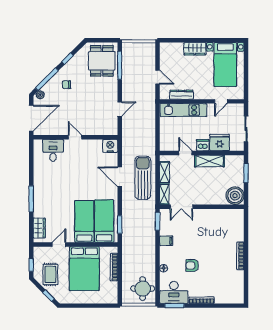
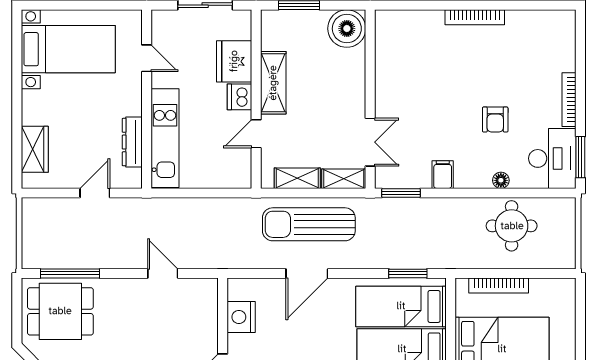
wardrobe: (195, 49) -> (35, 149), moved
nightstand: (110, 146) -> (241, 317), moved
round table: (143, 289) -> (512, 226), moved

